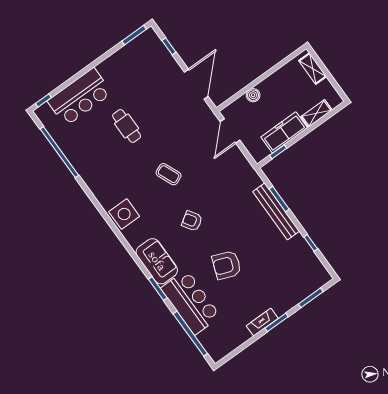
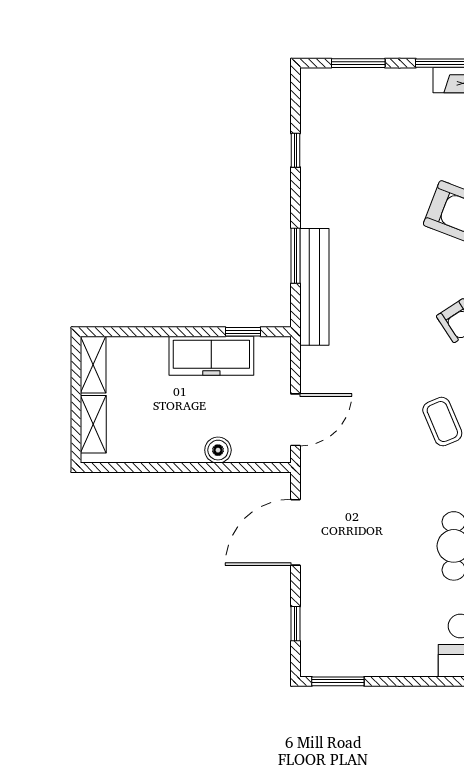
shelving: (316, 113) -> (93, 365), moved, turned 90
bench: (276, 211) -> (314, 287), moved

